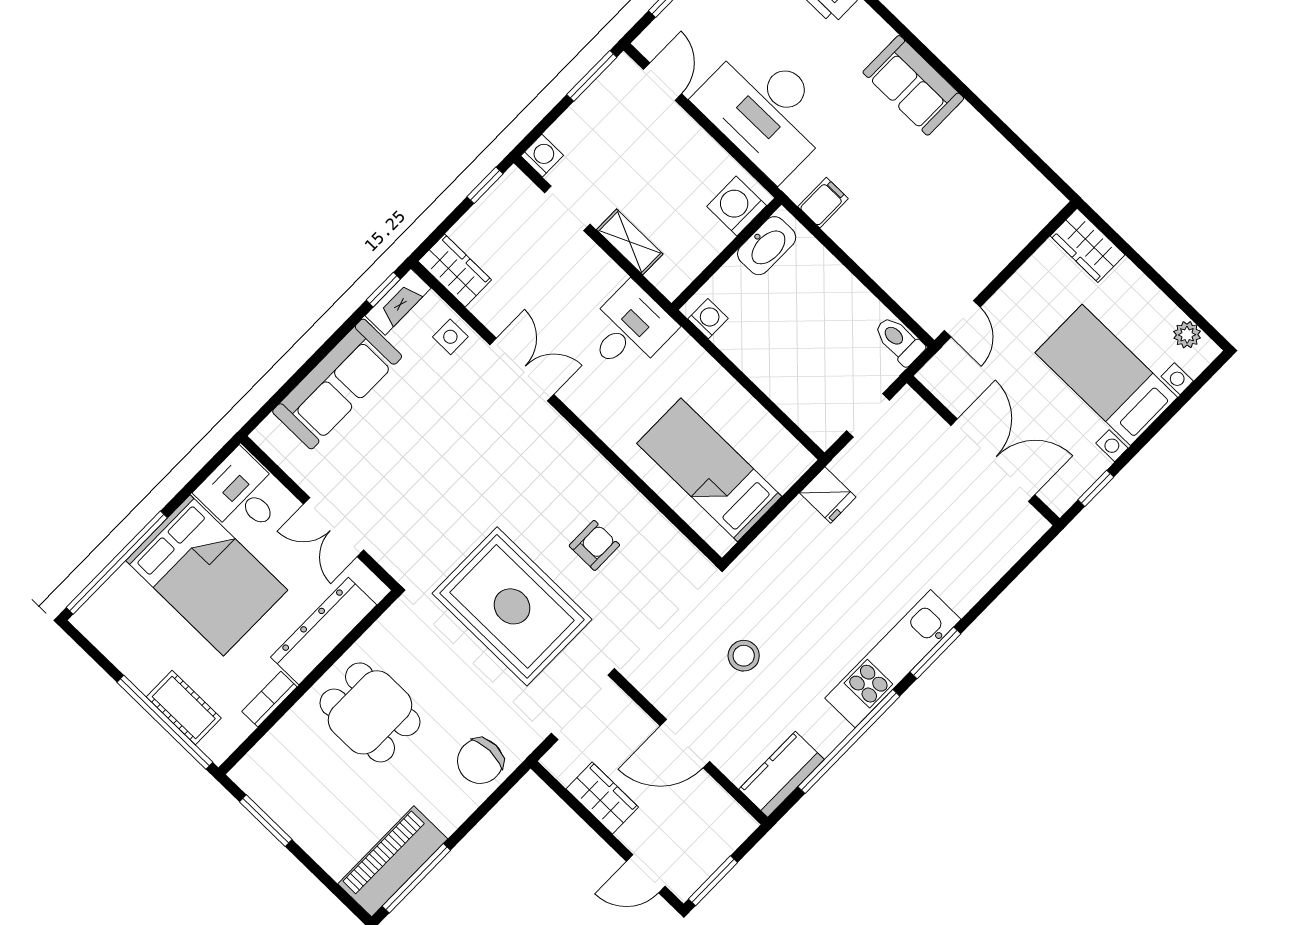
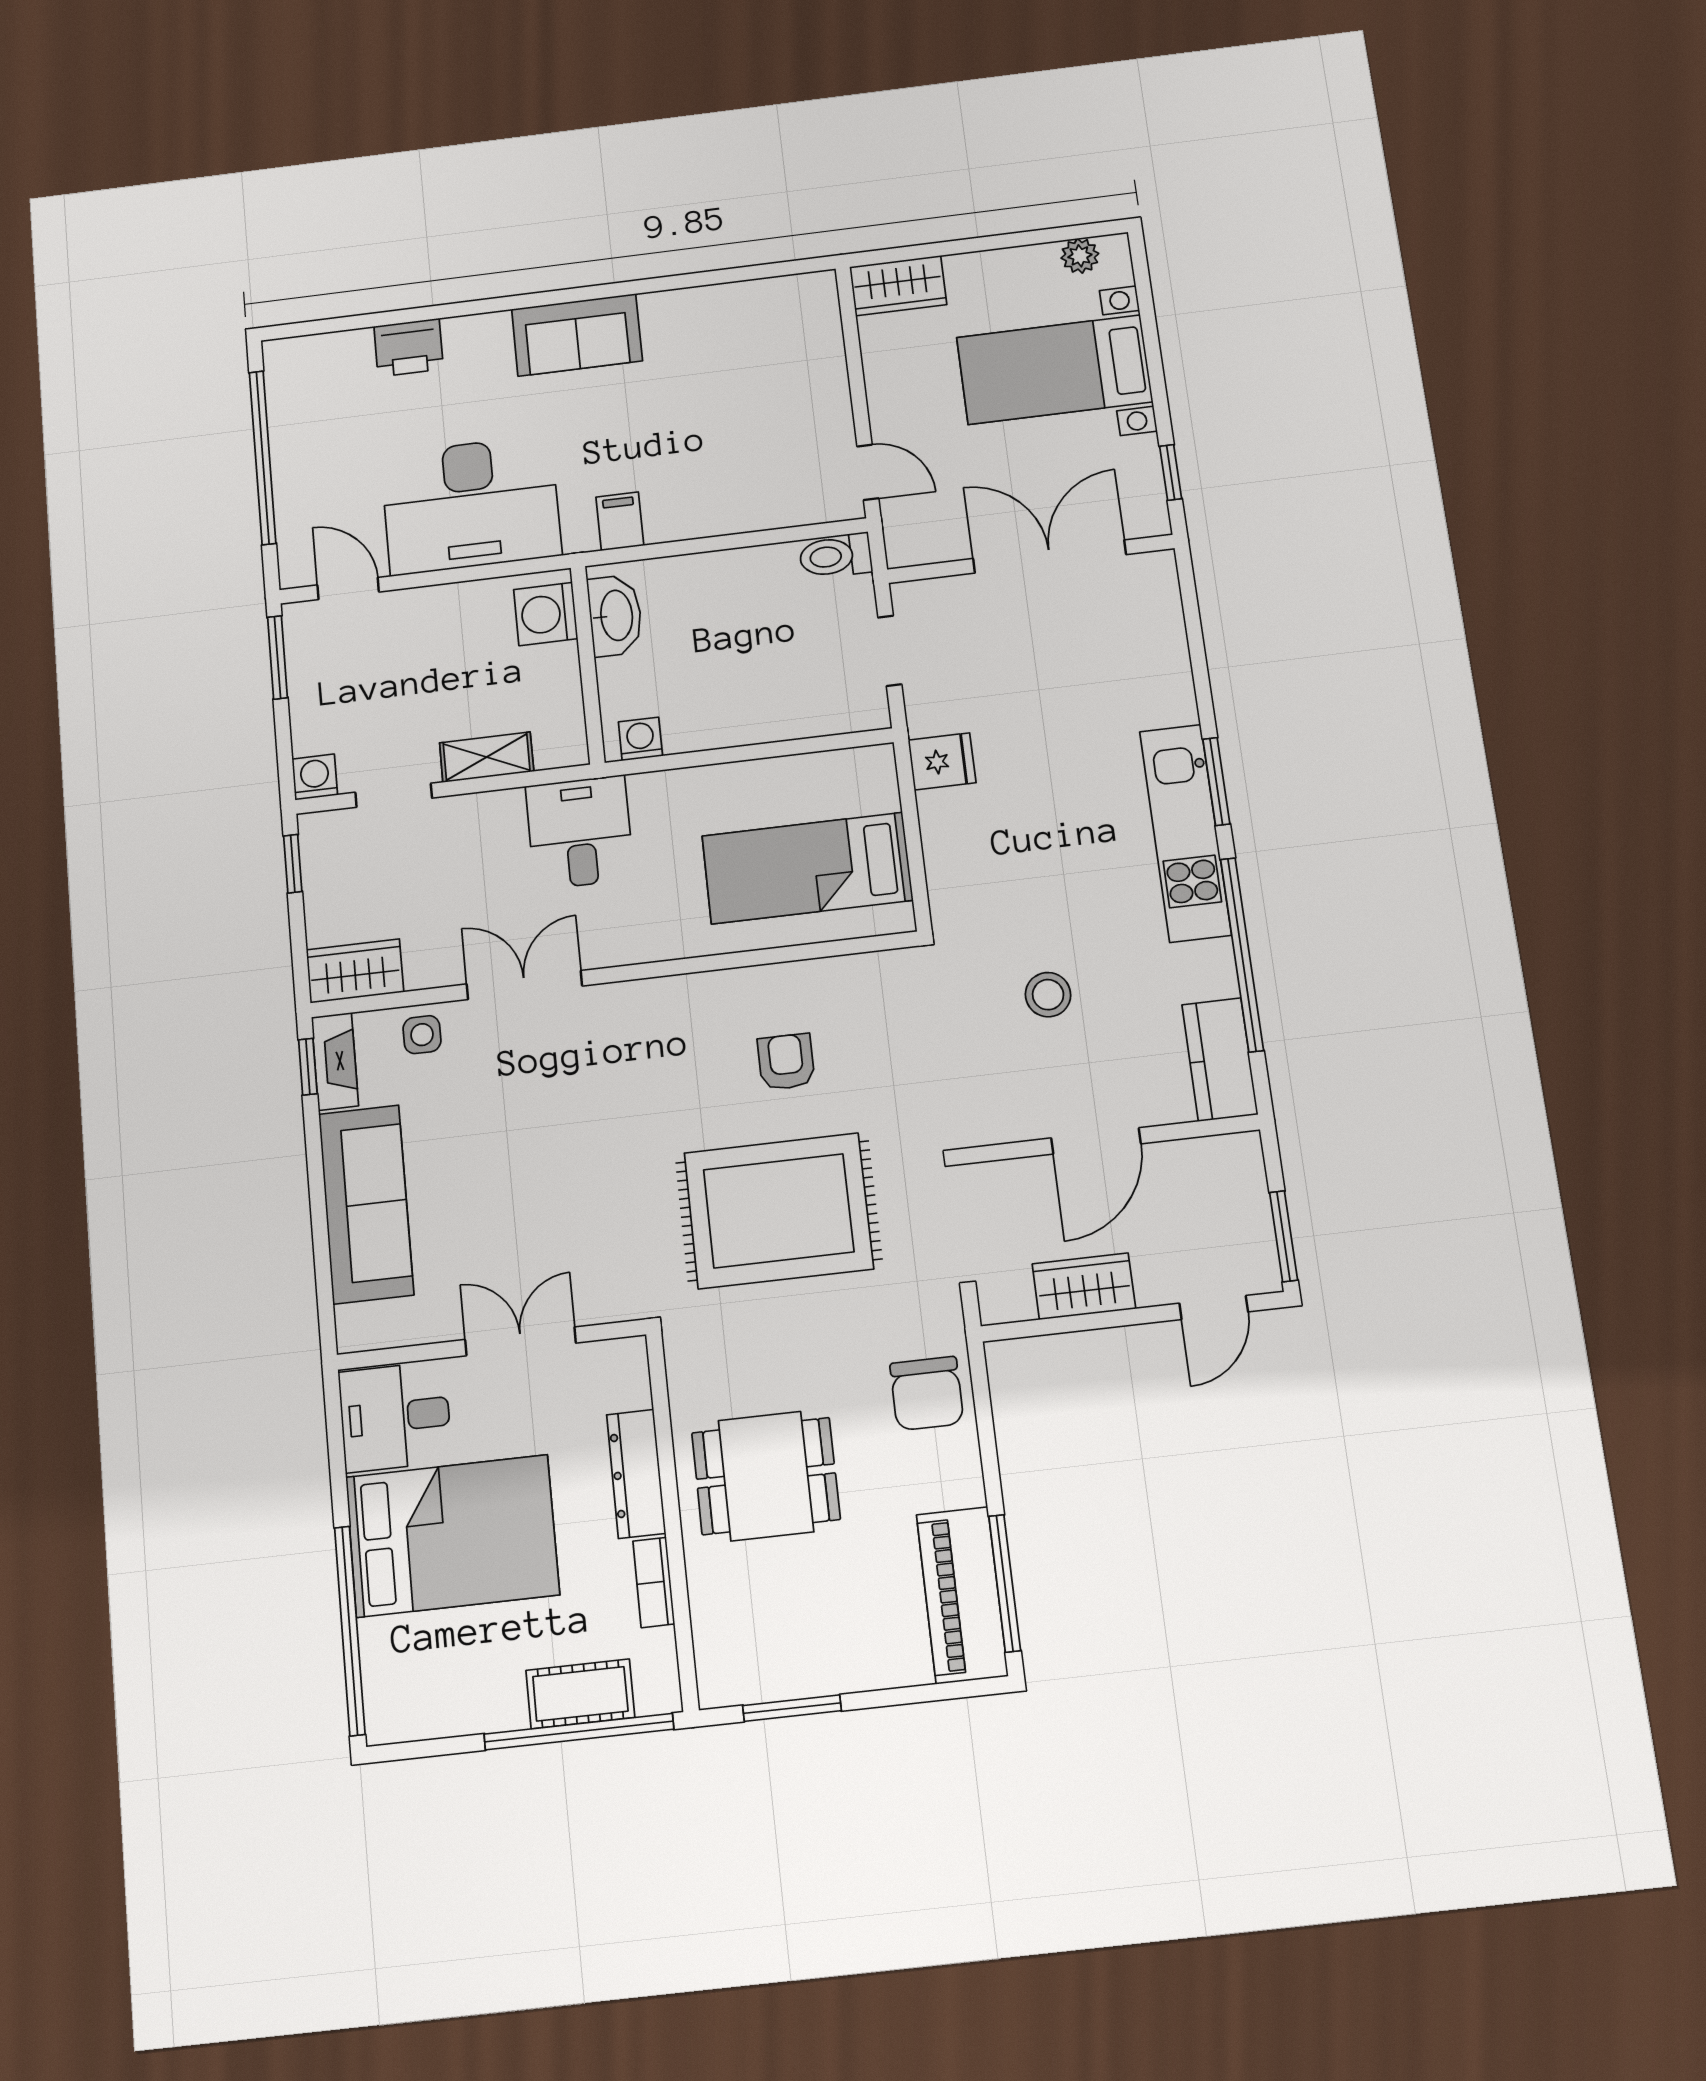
double door: (334, 527) -> (520, 1341), swing flipped
dresser: (324, 631) -> (636, 1474), width x0.73, depth x0.80

